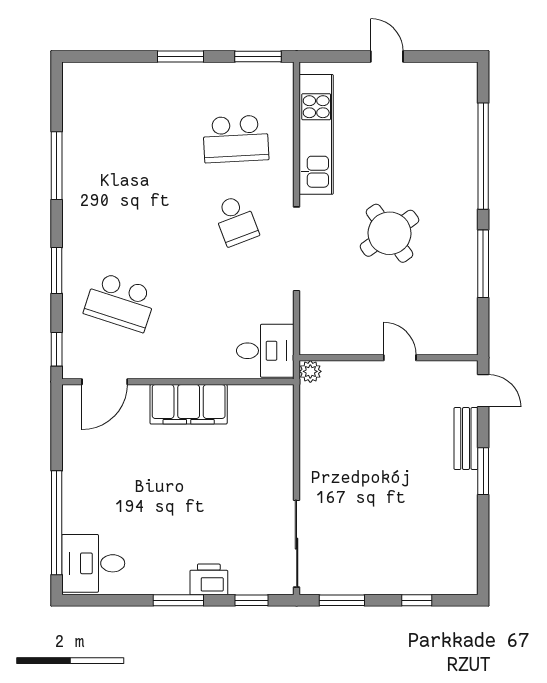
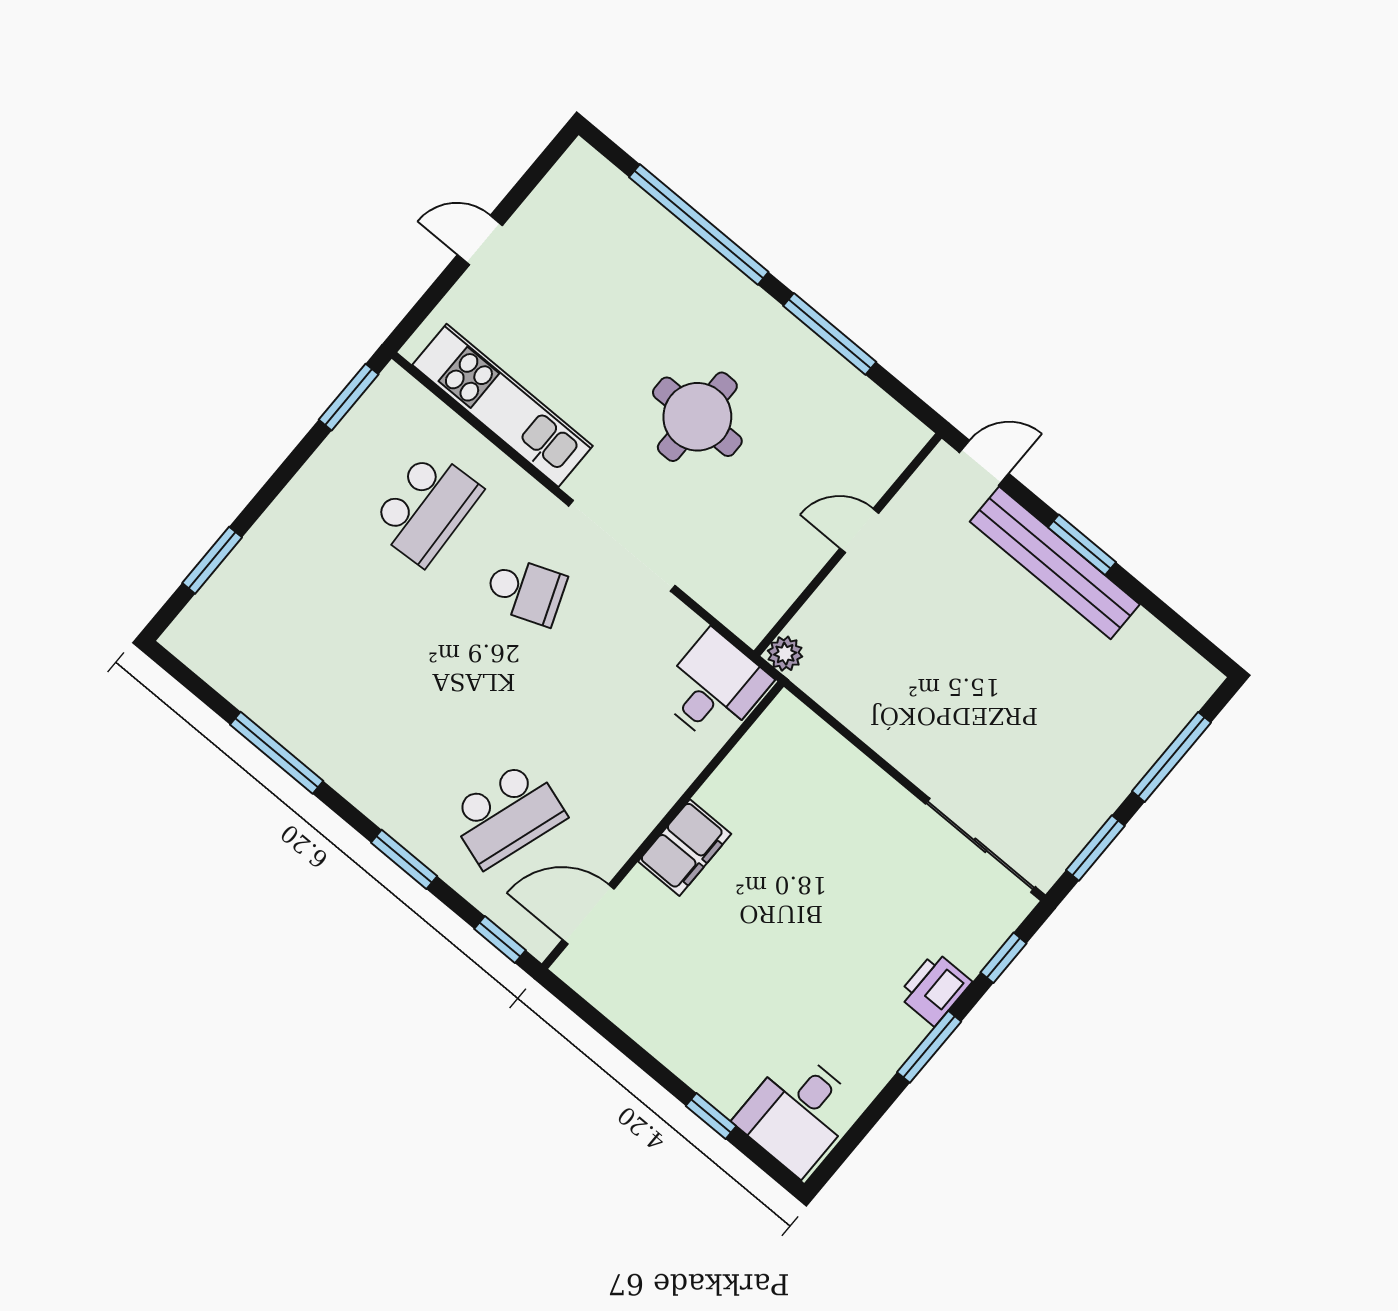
window: (180, 56) -> (212, 560), moved
round table: (389, 233) -> (697, 417), turned 35
door: (105, 382) -> (588, 914), swing flipped
filing cabinet: (189, 404) -> (685, 848), width x0.67, depth x0.86
bench: (466, 439) -> (1055, 563), width x1.86, depth x1.21
window: (57, 523) -> (711, 1116), width x0.32
window: (417, 600) -> (1171, 757), width x2.17

